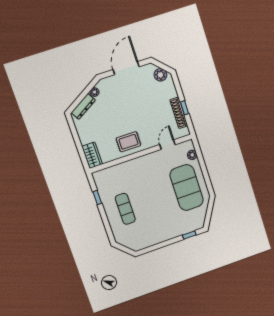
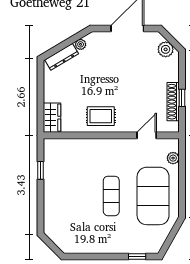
exercise mat: (125, 209) -> (111, 196), moved

